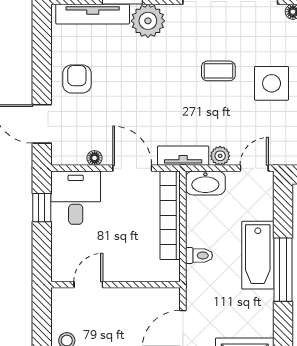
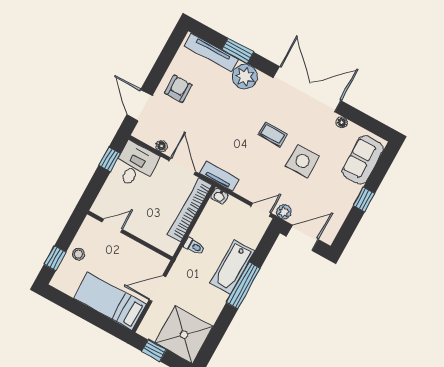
plant: (220, 156) -> (284, 212), moved
washbasin: (205, 183) -> (219, 196), width x0.52, depth x0.69

